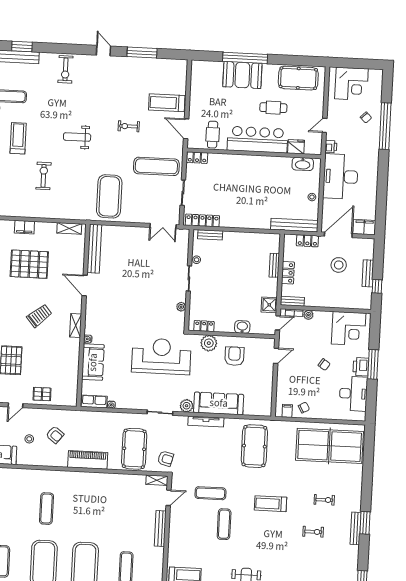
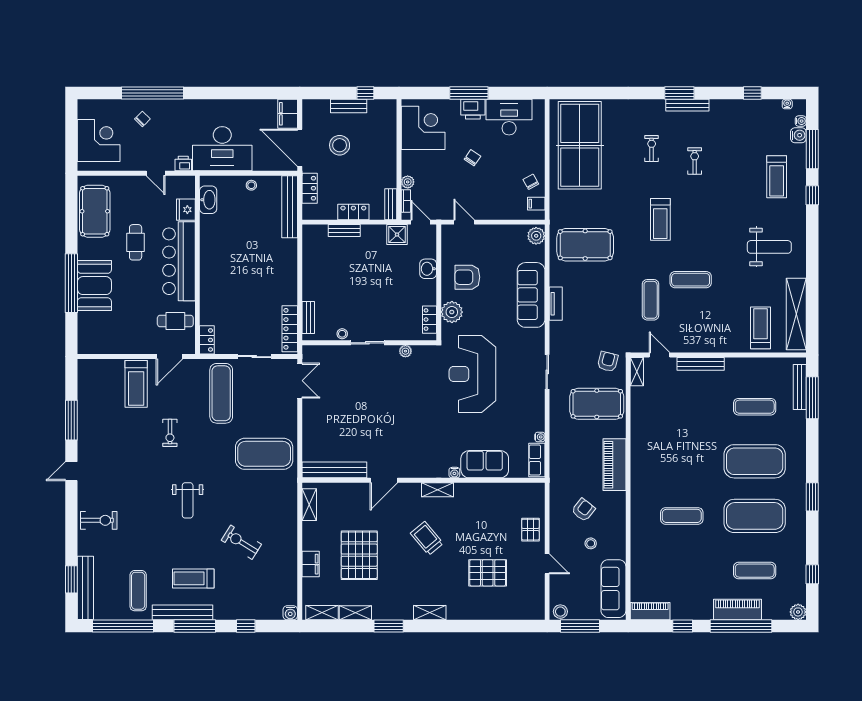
exercise bike: (44, 176) -> (241, 542), turned 32
plant: (187, 406) -> (536, 236), moved
tv unit: (206, 422) -> (556, 304), width x0.71

